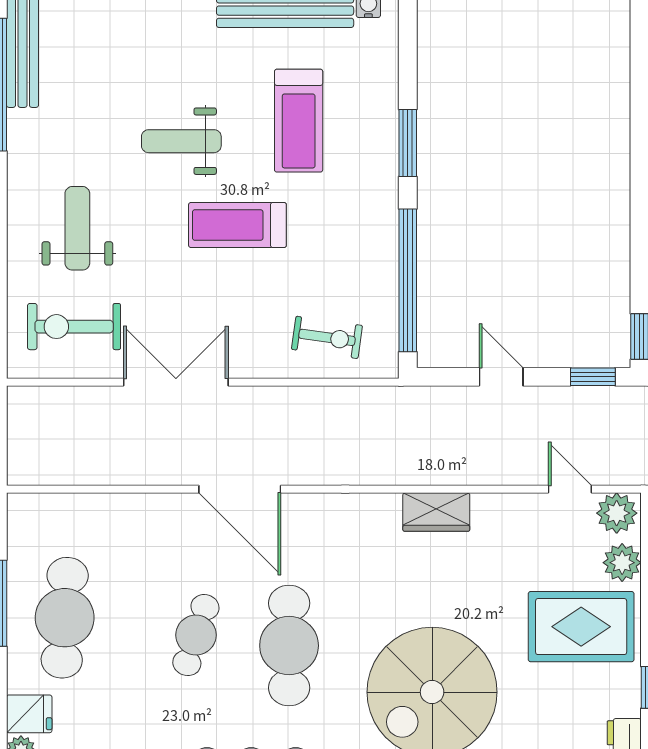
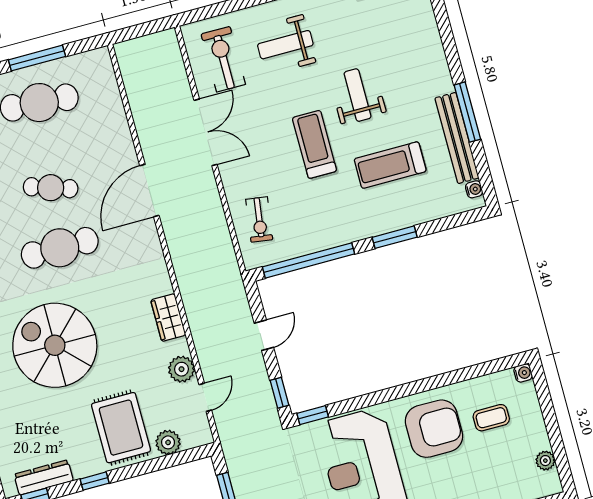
weight bench: (77, 228) -> (285, 45), turned 180
plant: (617, 513) -> (182, 369), moved

